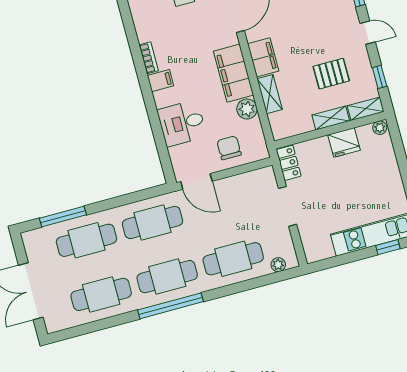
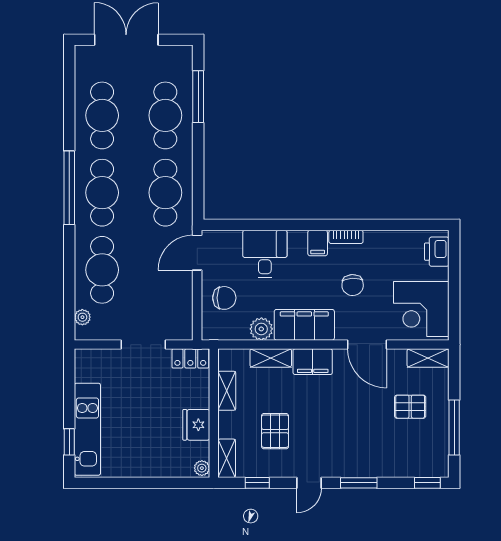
chair: (188, 41) -> (353, 285), added
shelving: (331, 118) -> (227, 391), moved

